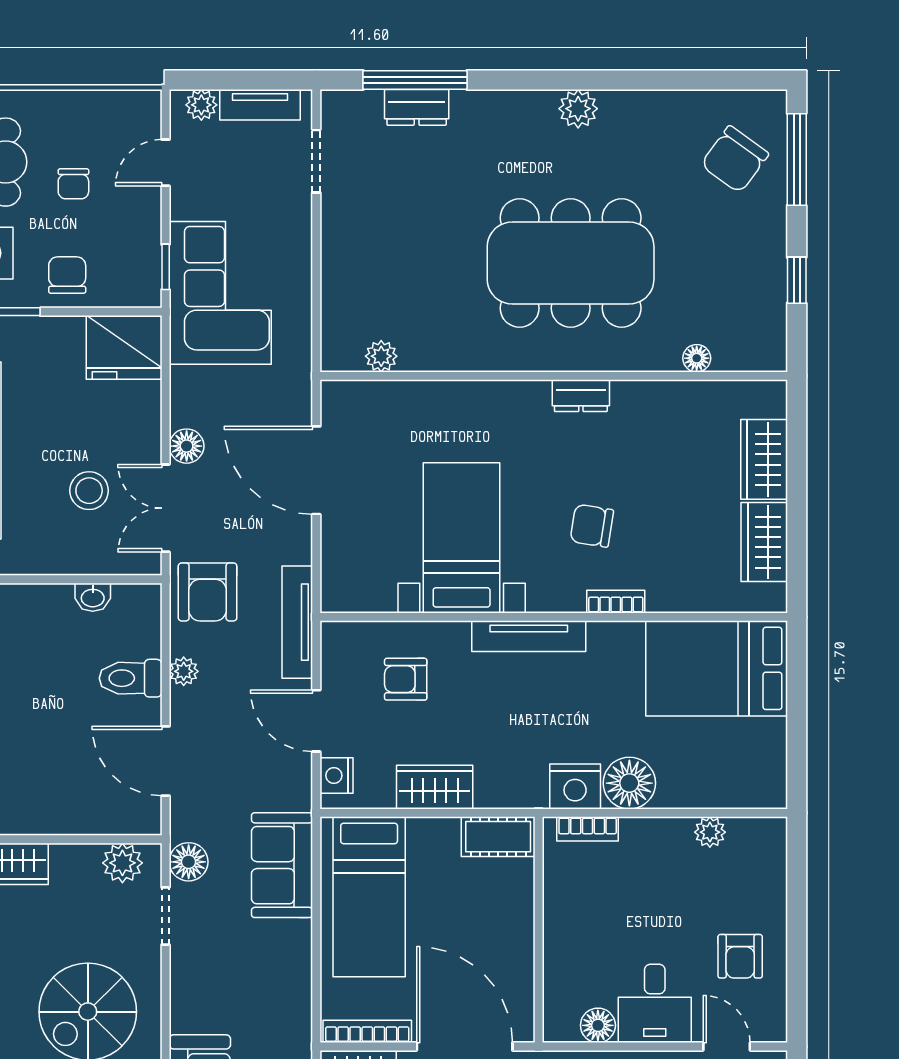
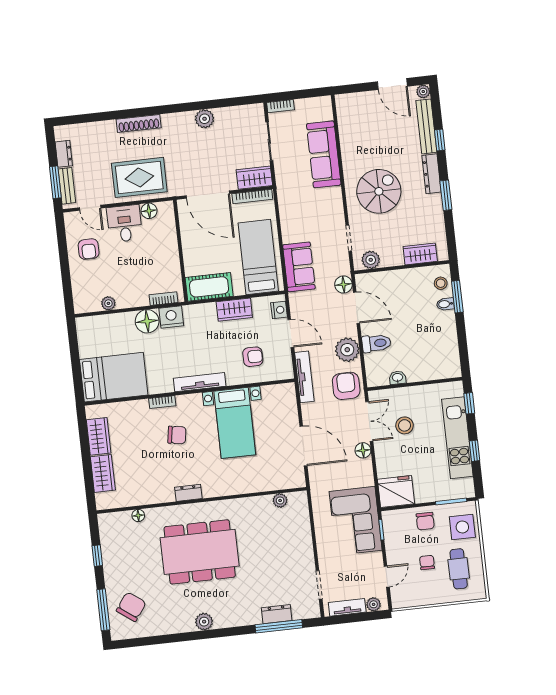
plant: (184, 671) -> (347, 350), width x1.88, depth x1.88
cot: (498, 837) -> (209, 287), width x1.37, depth x1.34
floor lamp: (189, 862) -> (343, 285), moved
armchair: (740, 956) -> (89, 249), turned 180

